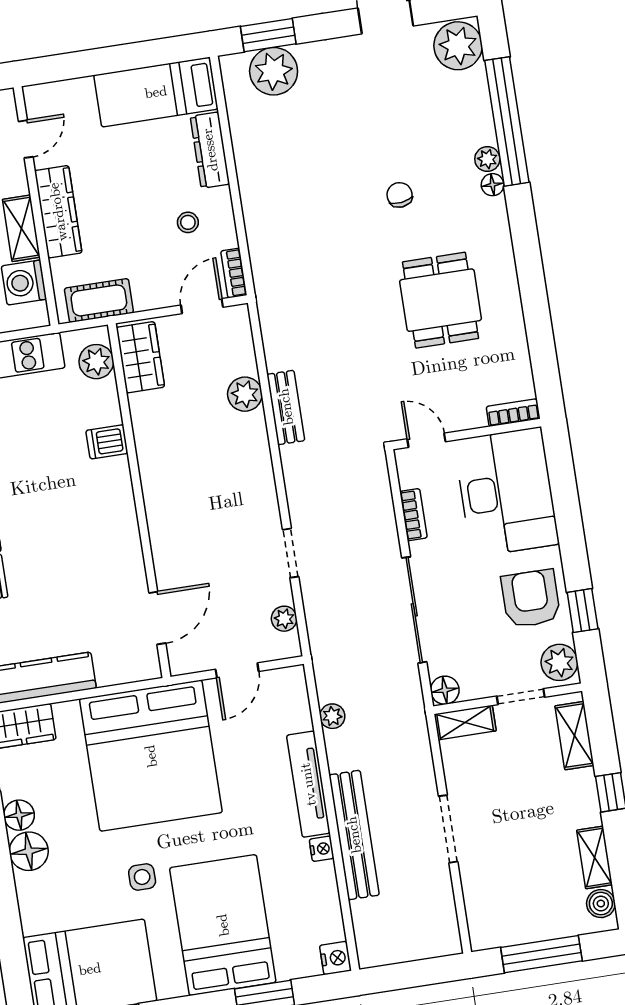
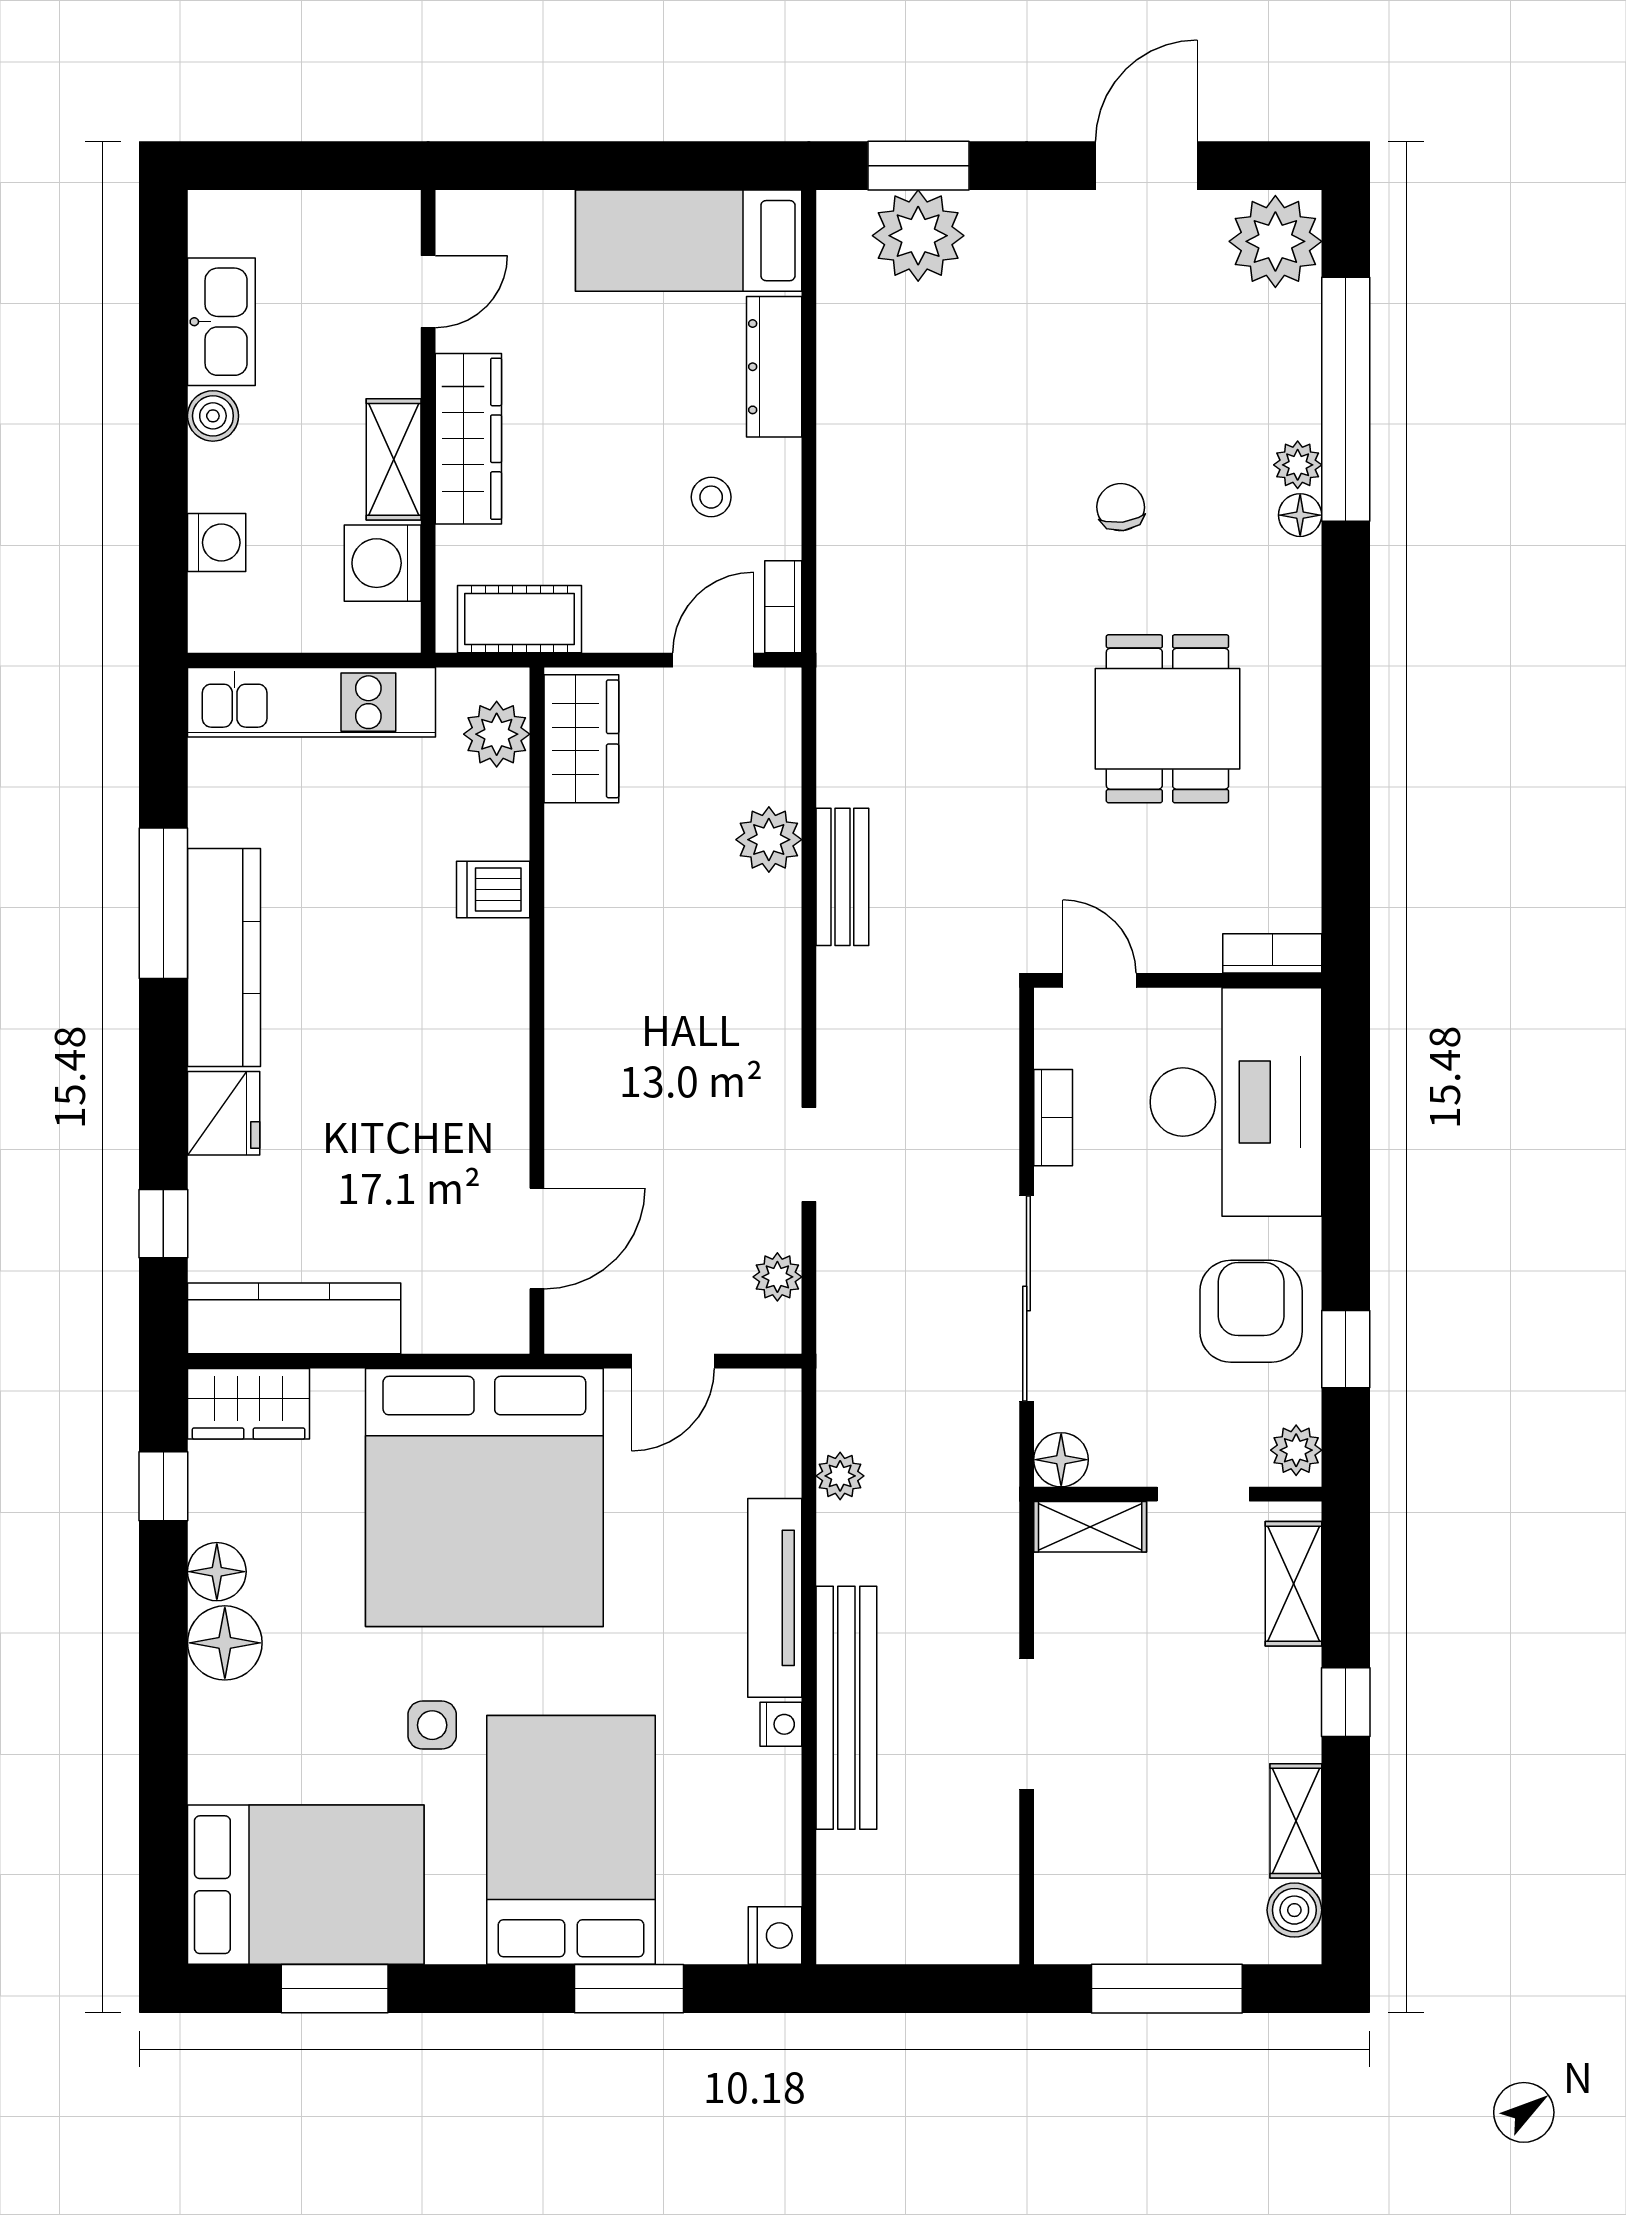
plant: (559, 662) -> (1296, 1450), width x0.73, depth x0.73

